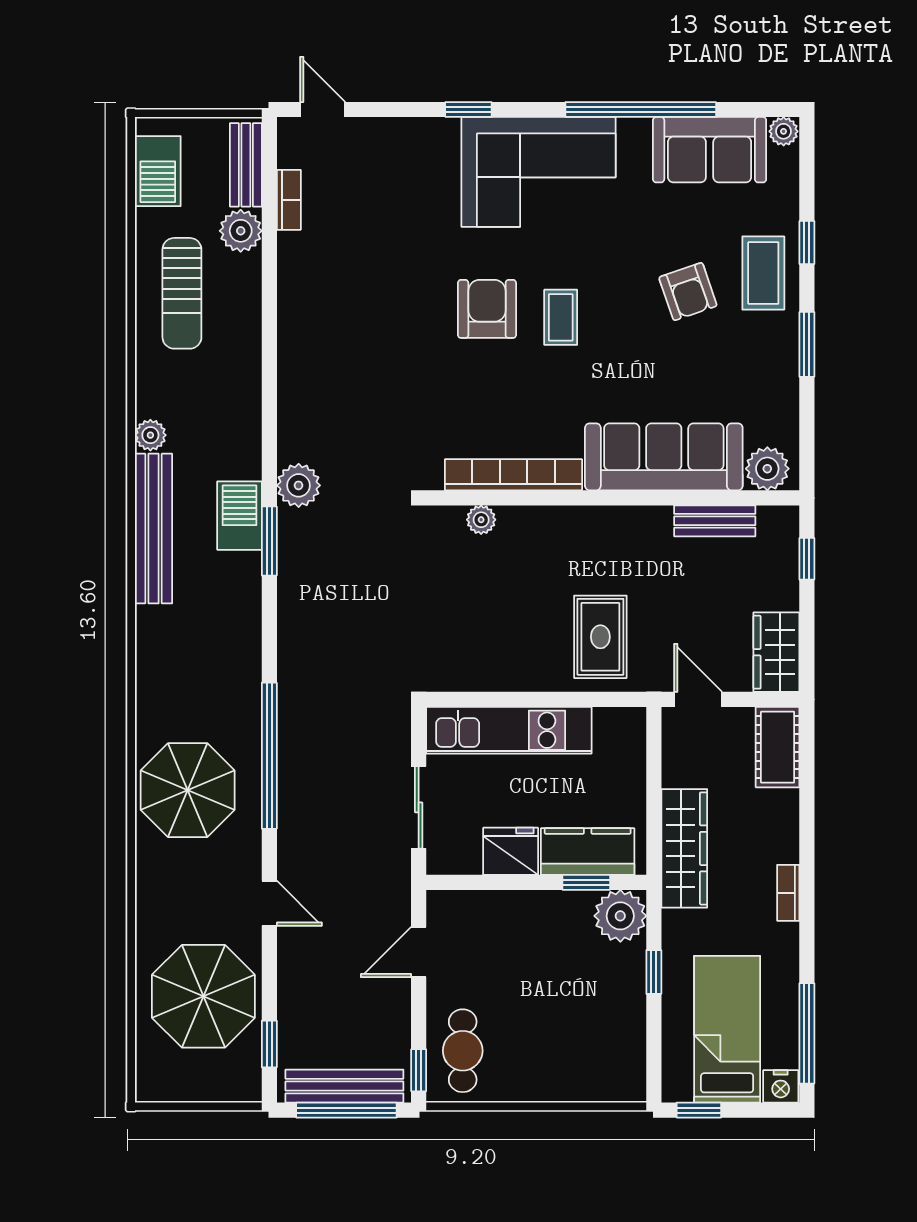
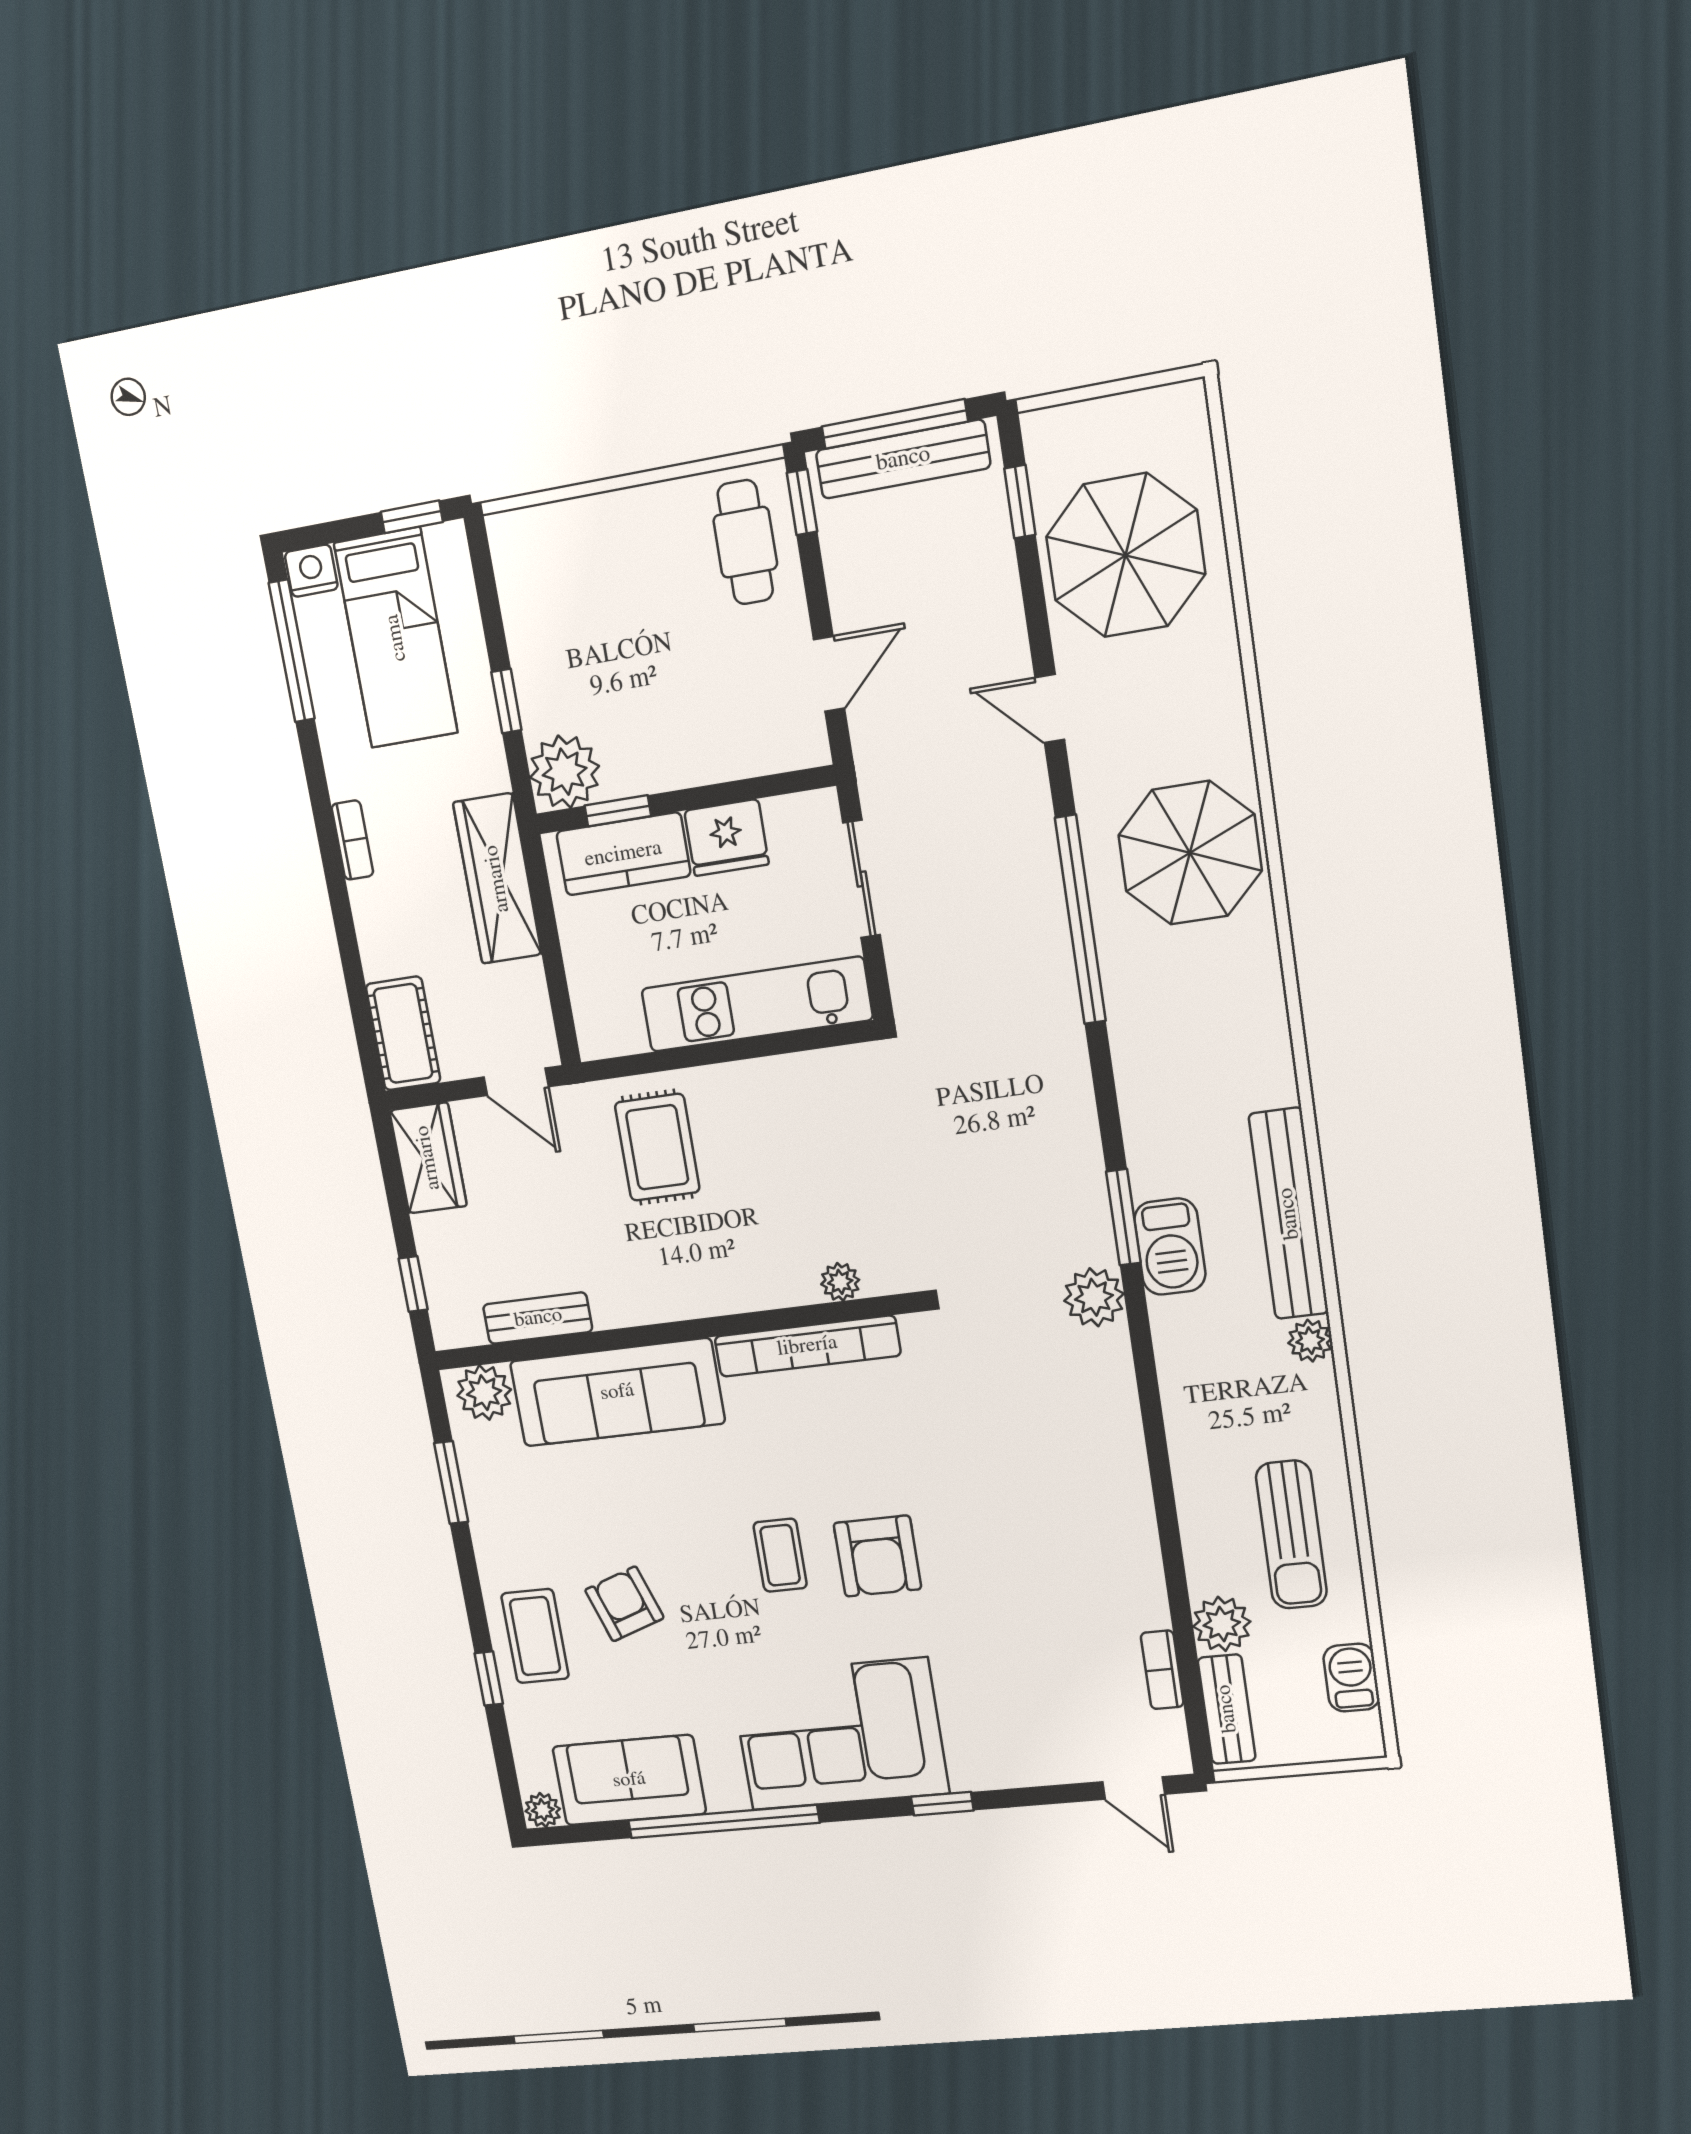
barbecue: (158, 171) -> (1351, 1678), width x0.73, depth x0.79
sun lounger: (182, 293) -> (1291, 1535), turned 180
window: (807, 344) -> (451, 1483), moved

